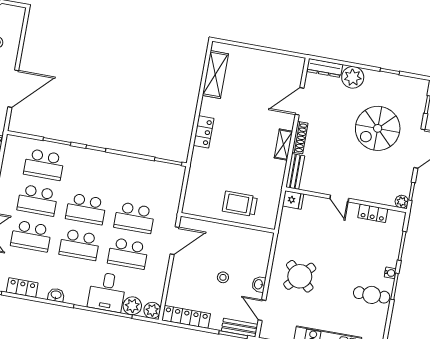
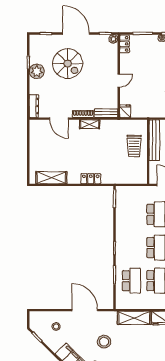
plant: (353, 77) -> (37, 71), moved
locker: (373, 213) -> (125, 44), moved
bench: (243, 235) -> (154, 140), added

